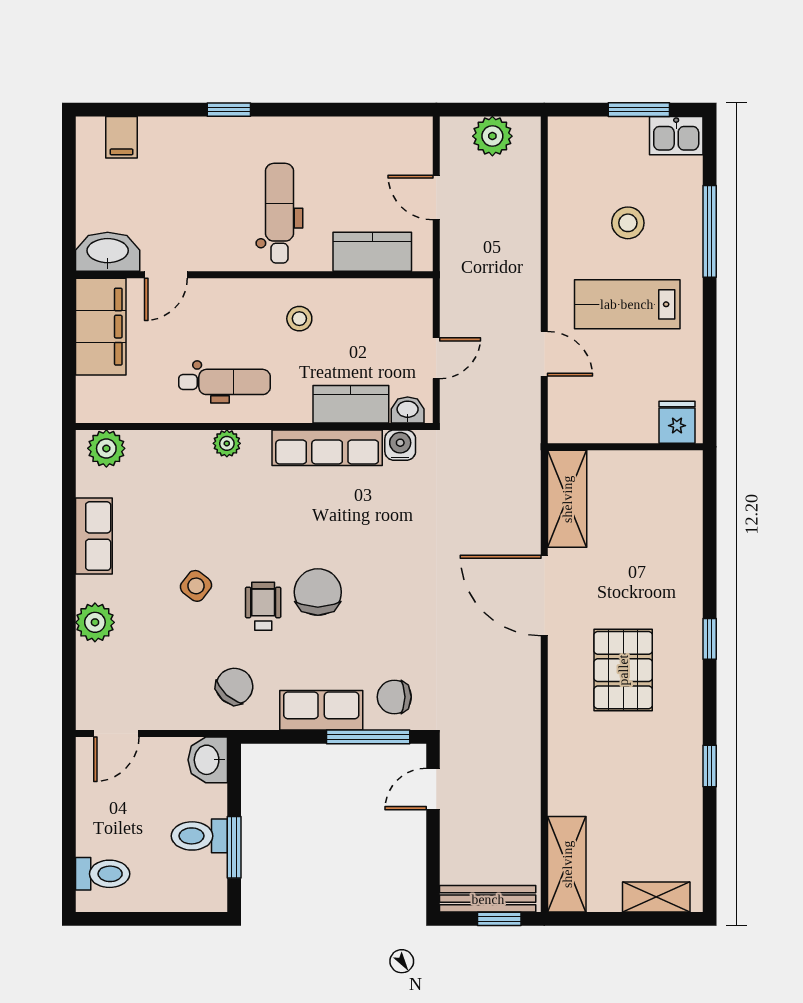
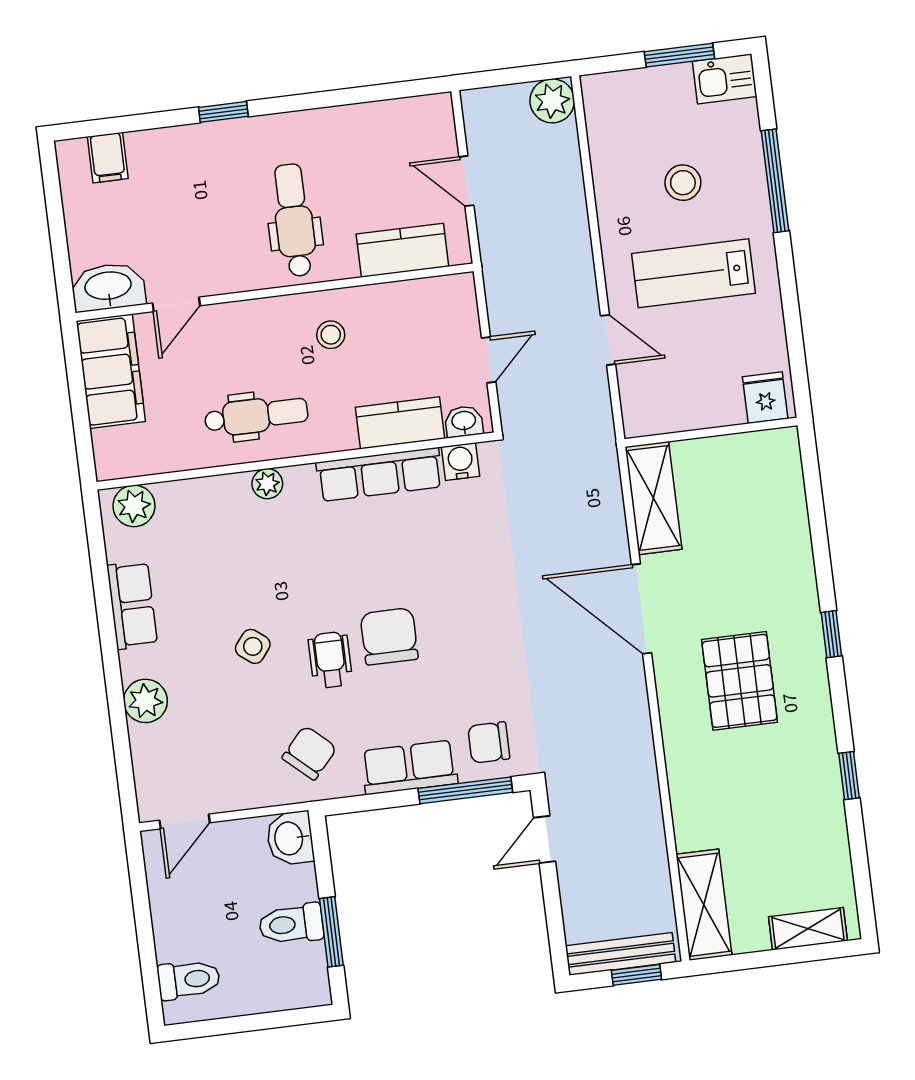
plant: (492, 136) -> (552, 101), moved

